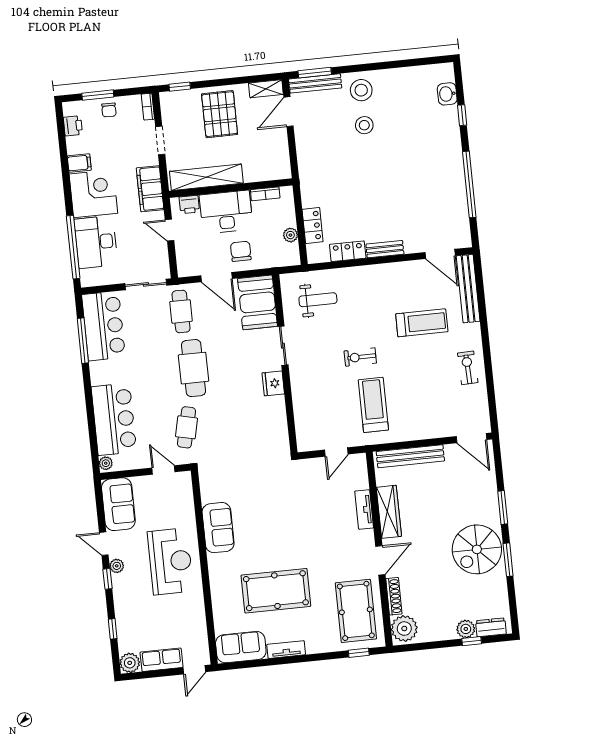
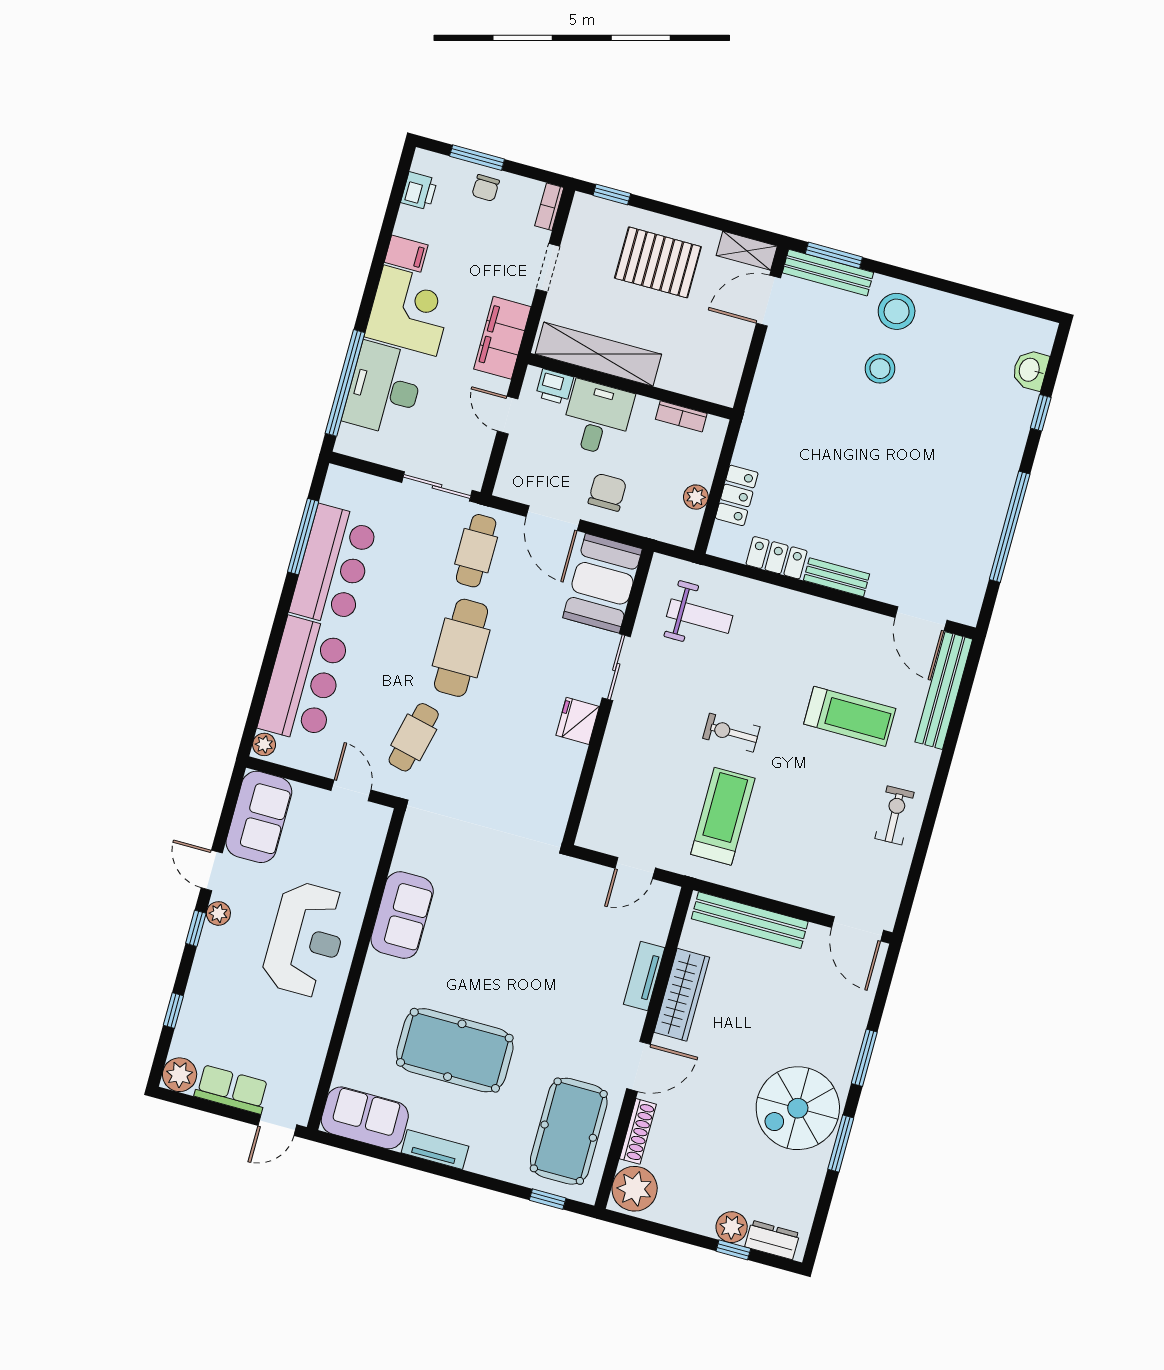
pallet: (220, 114) -> (658, 262), turned 90
desk: (226, 212) -> (597, 418), width x0.73
bar counter: (104, 326) -> (334, 566), moved

